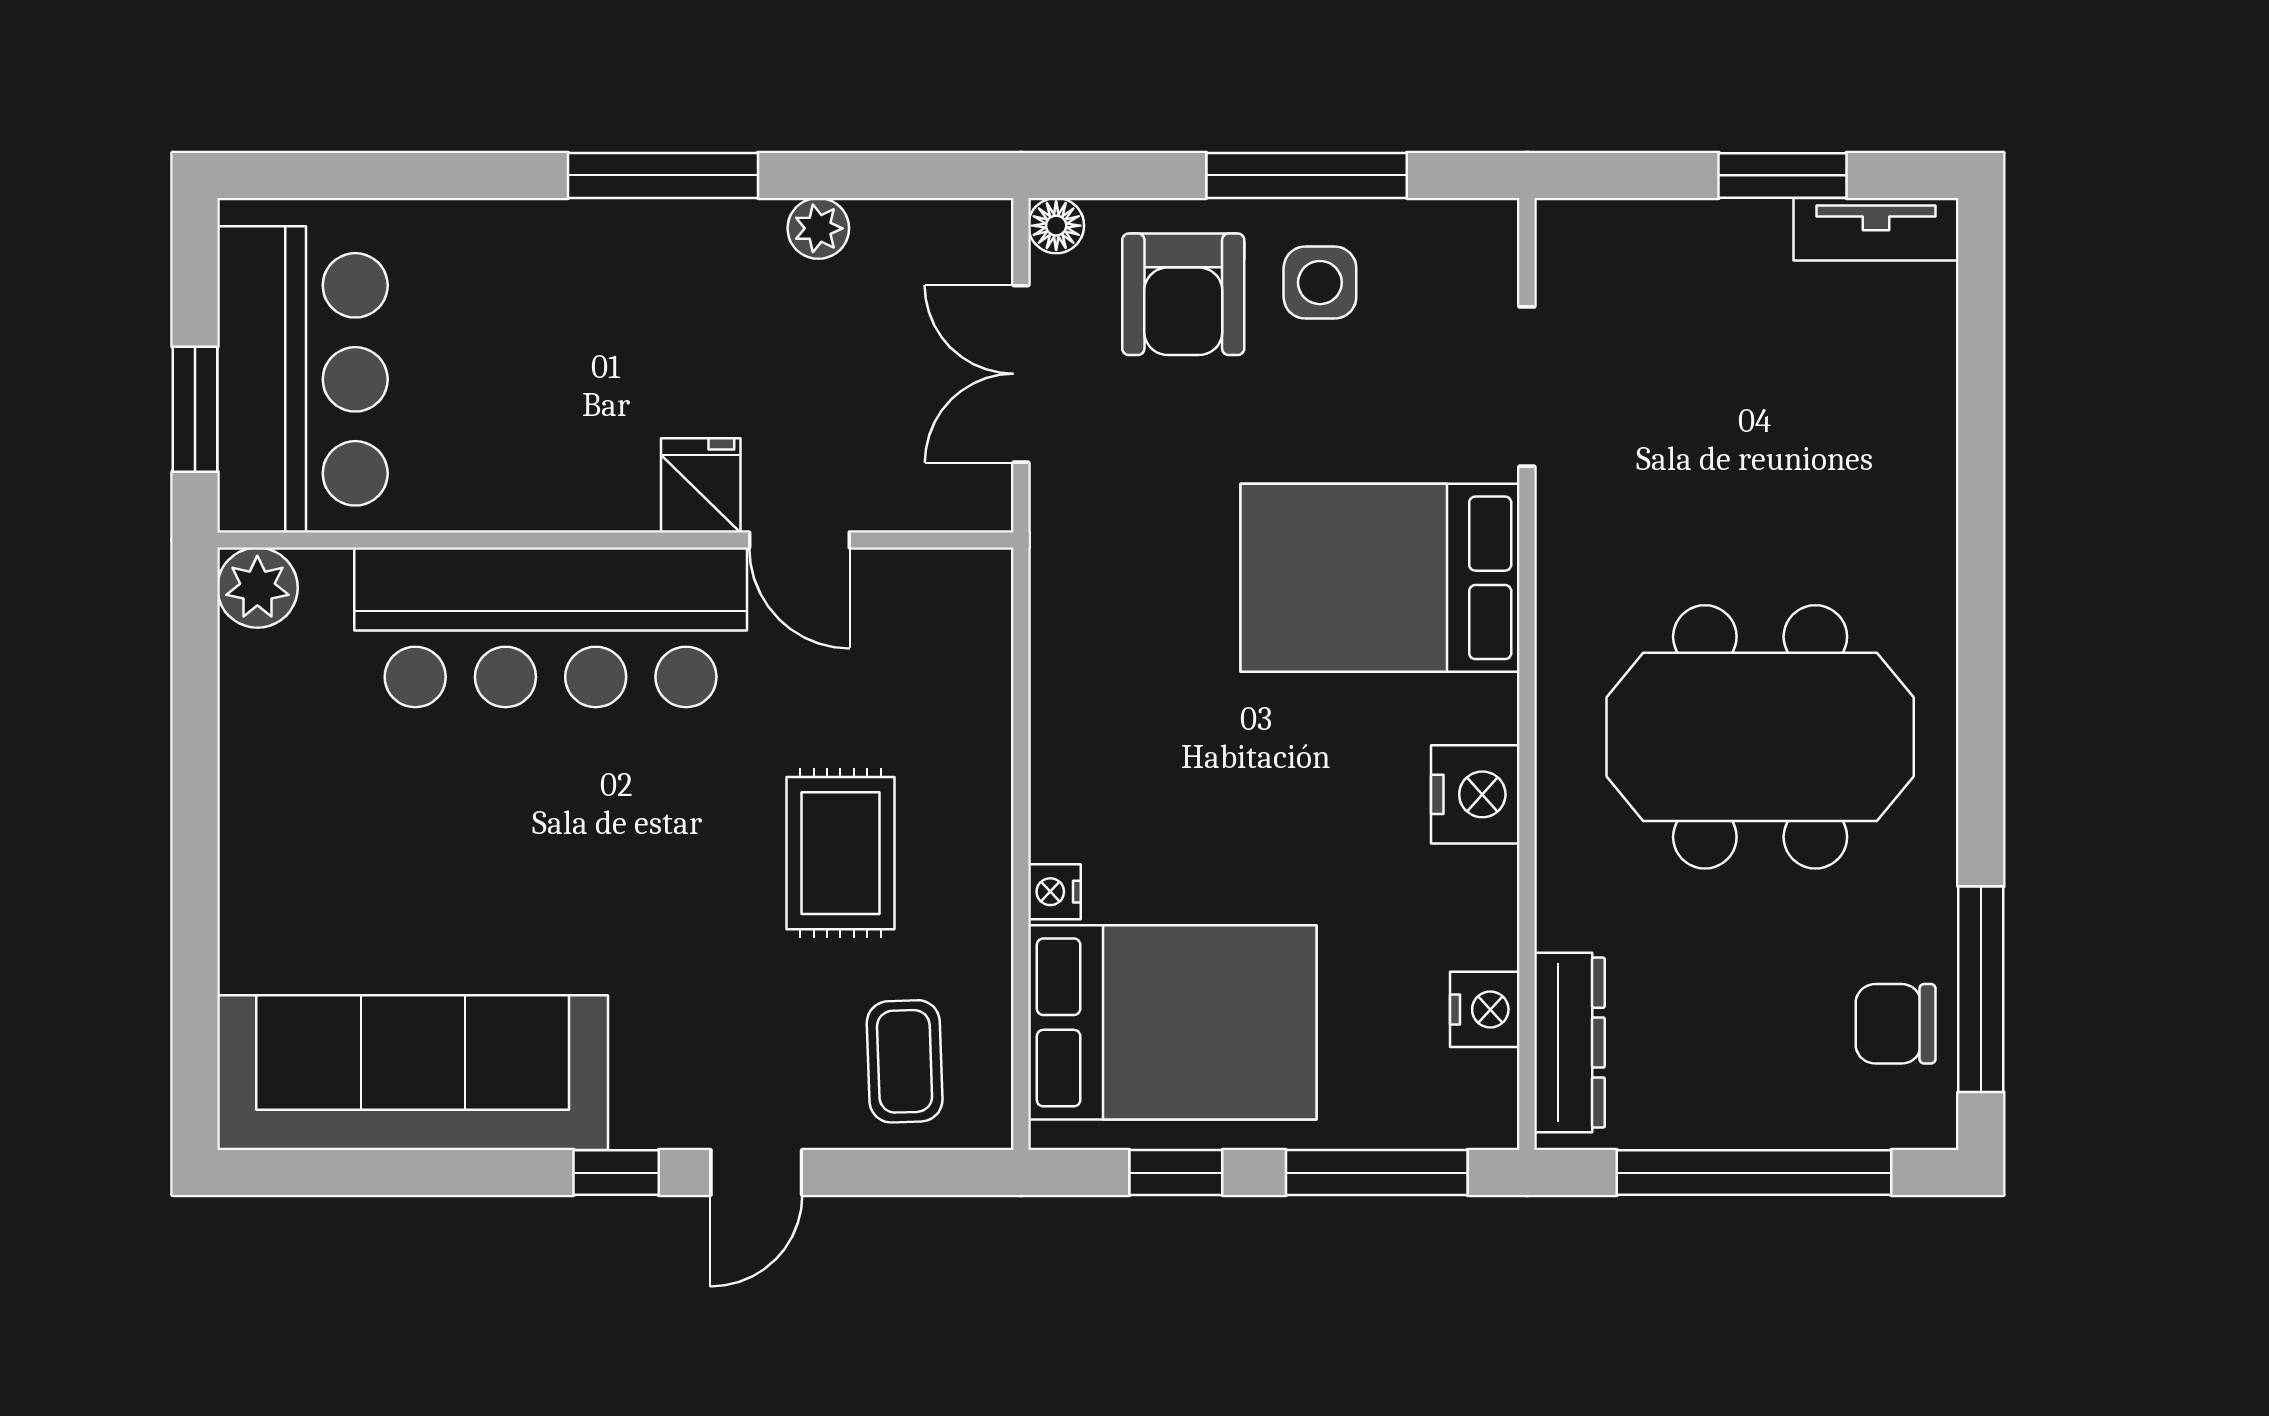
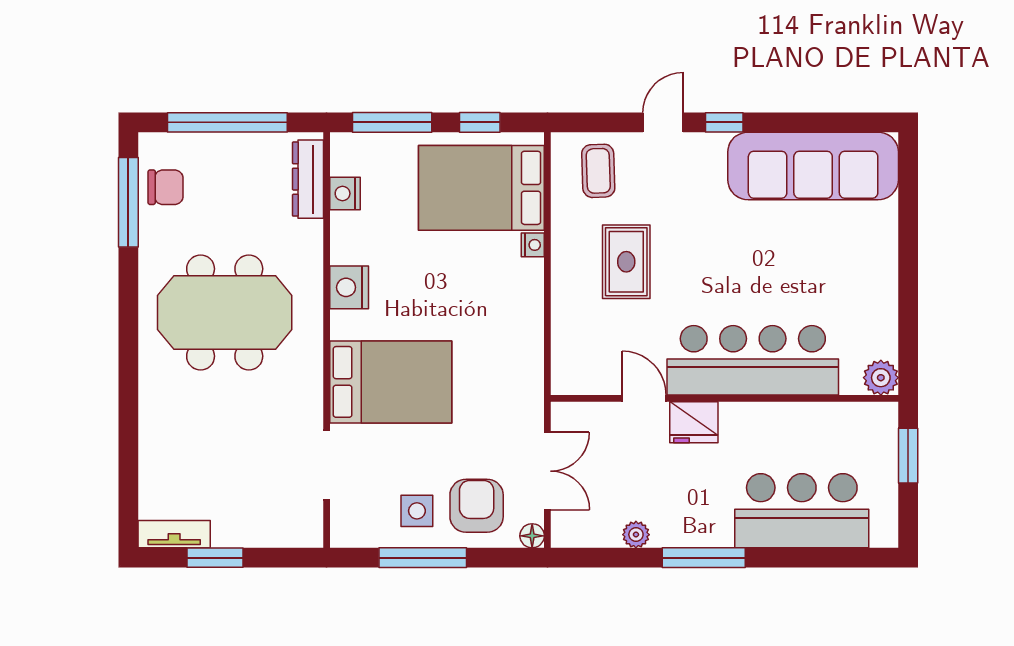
bar counter: (302, 379) -> (802, 511), moved, turned 90
fridge: (701, 485) -> (694, 422), width x1.38

